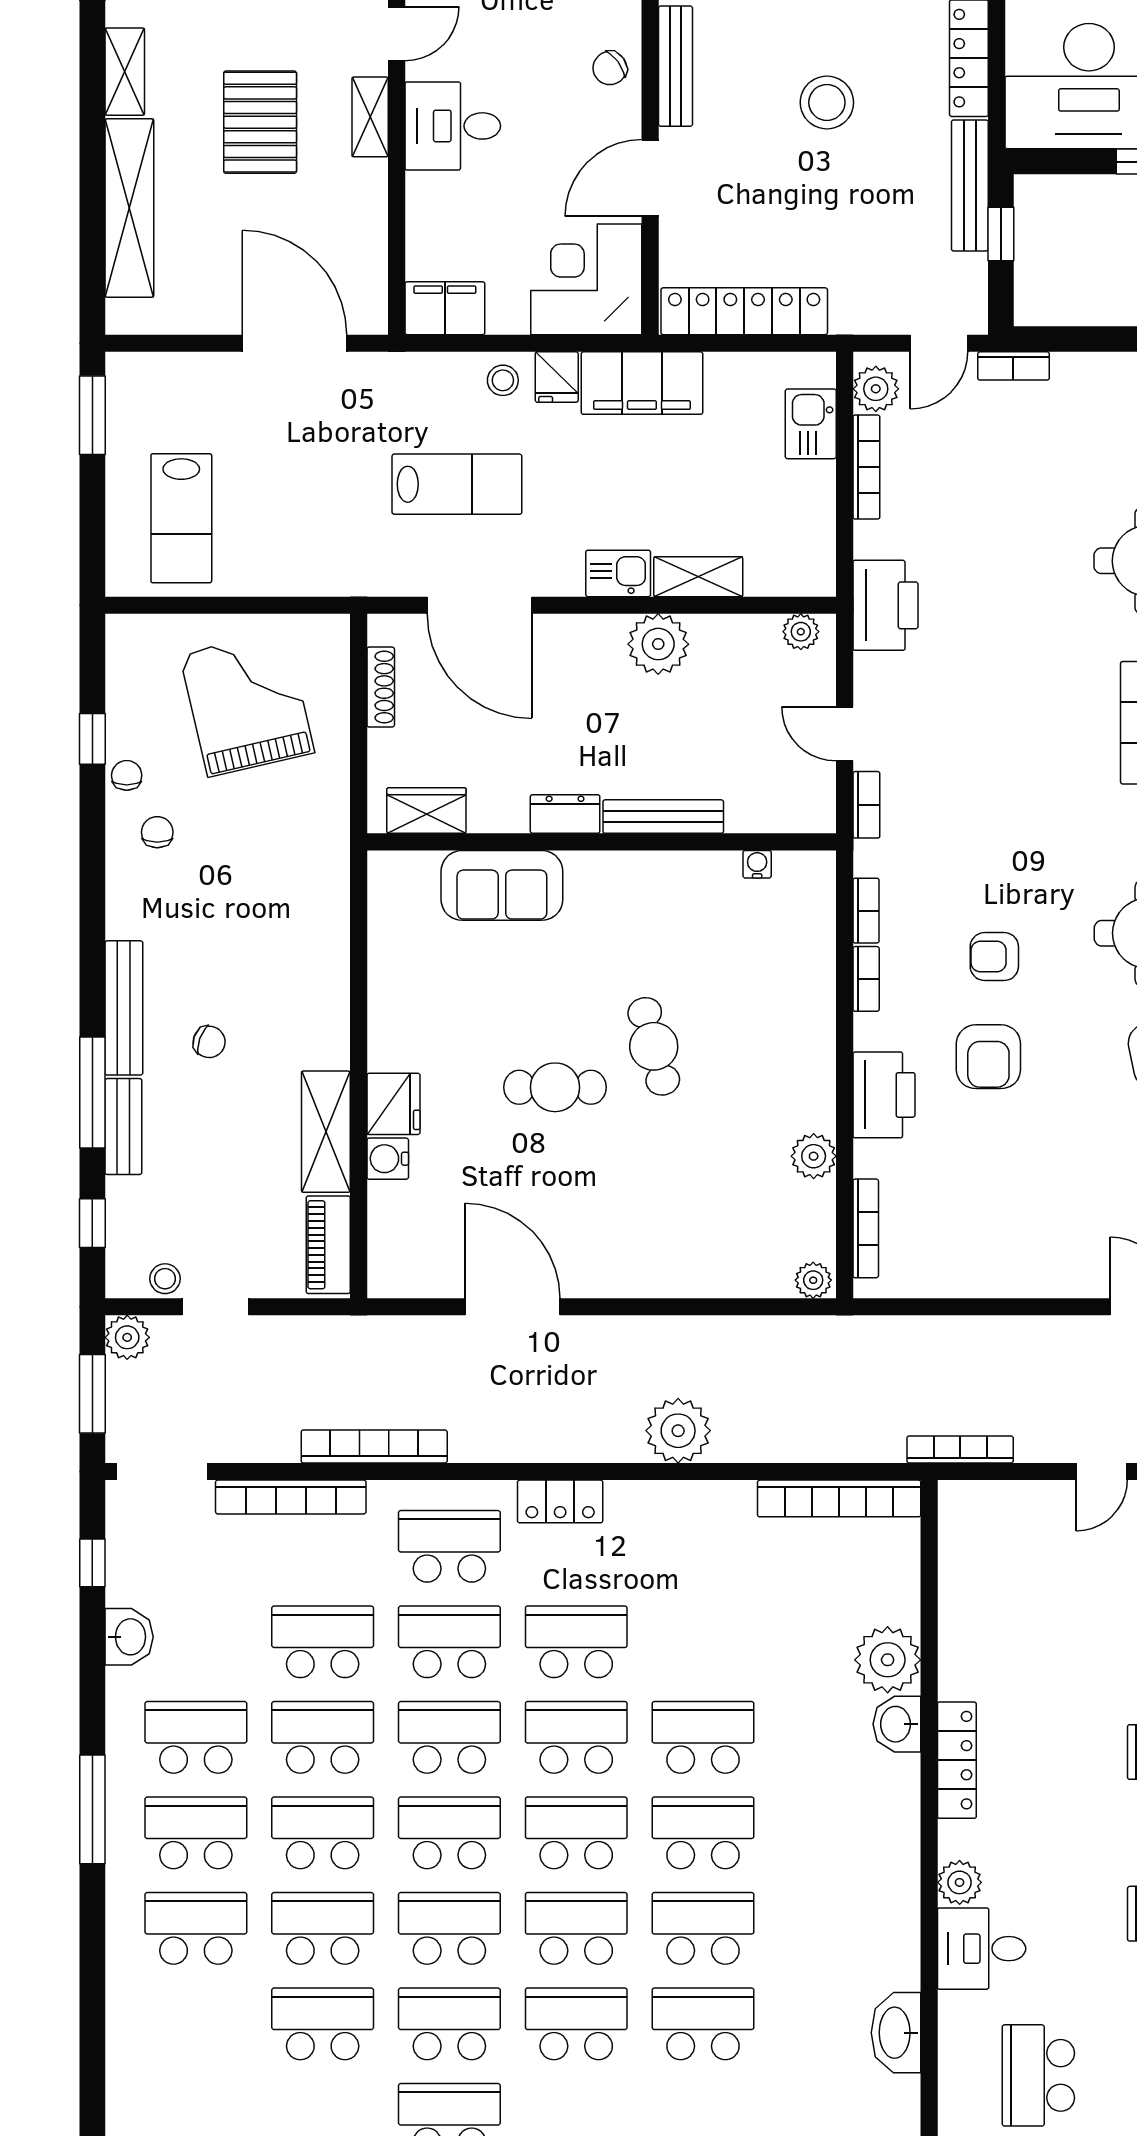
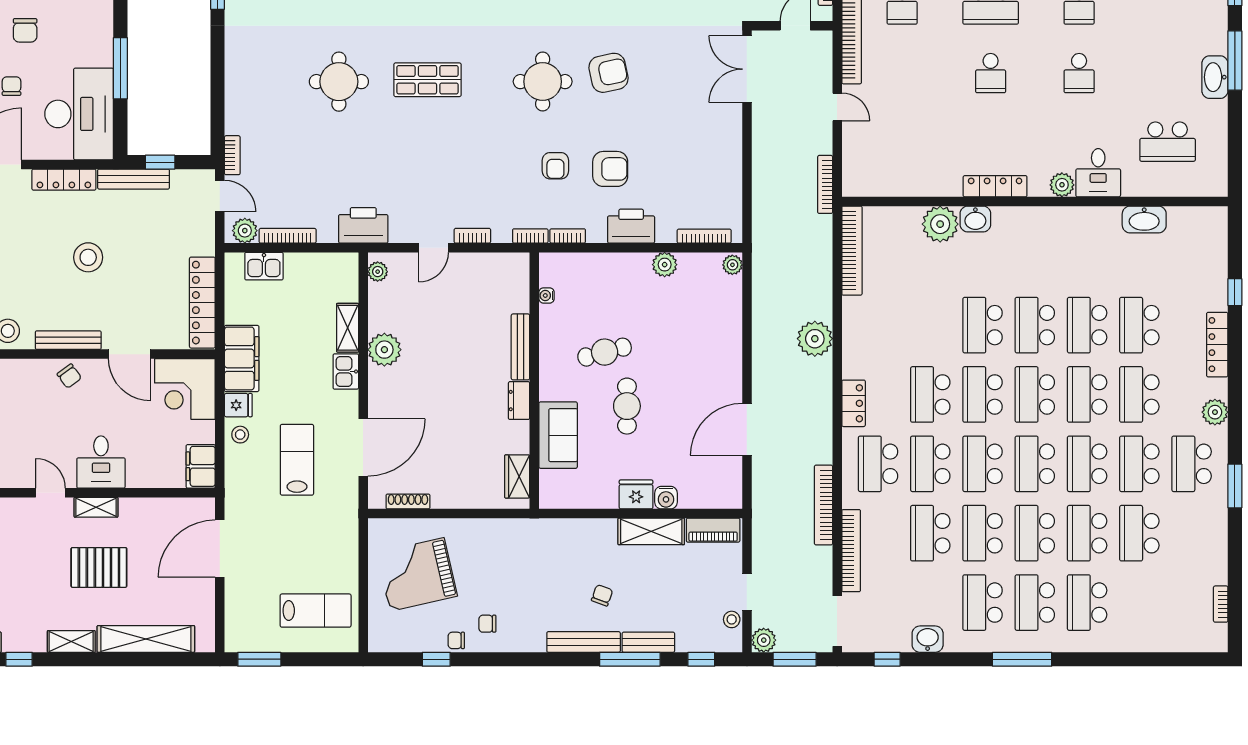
wardrobe: (426, 810) -> (517, 476), moved
dresser: (565, 814) -> (519, 401), moved
bench: (663, 817) -> (520, 347), moved
wall: (602, 842) -> (534, 381), moved
water cooler: (757, 864) -> (547, 295), moved
sofa: (502, 885) -> (558, 435), moved

